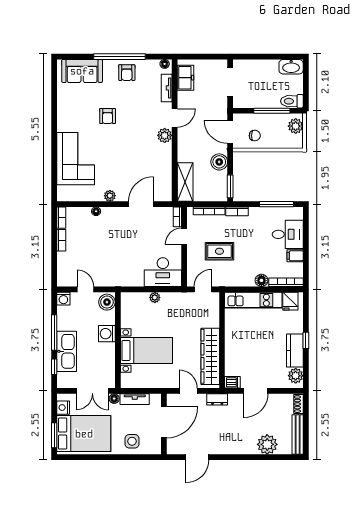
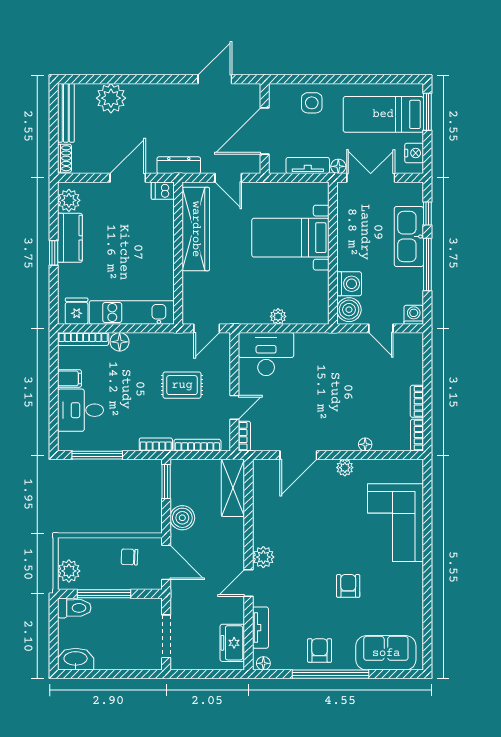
washing machine: (107, 334) -> (349, 284), moved
dresser: (217, 399) -> (179, 165), width x1.44
bed: (84, 434) -> (383, 114), width x0.67

